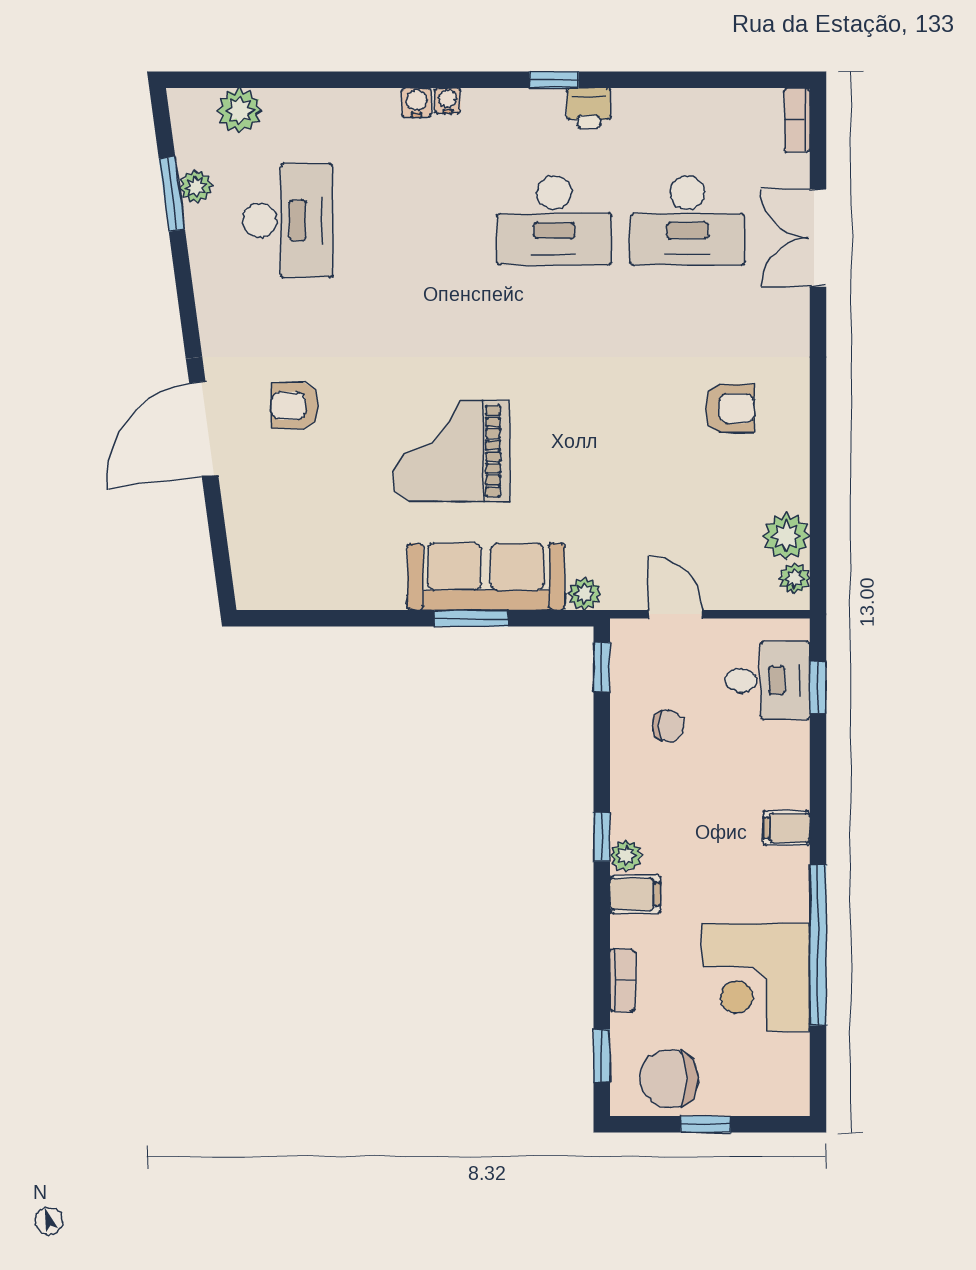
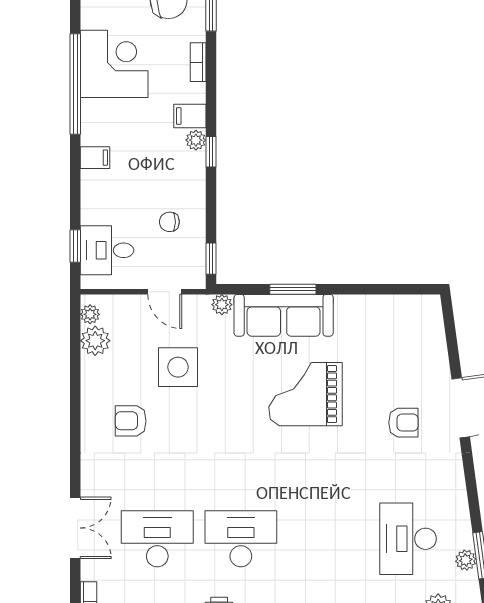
grand piano: (451, 451) -> (306, 394), turned 180
side table: (654, 494) -> (178, 367), added

